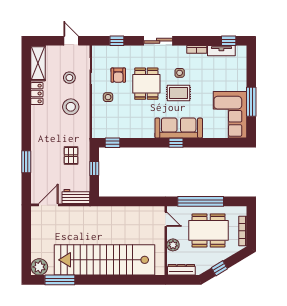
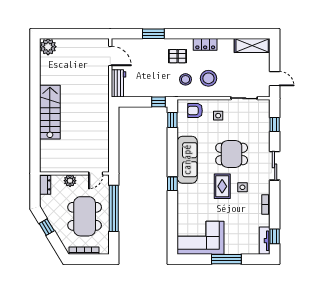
door: (71, 41) -> (275, 79), hinge flipped
tv unit: (221, 51) -> (265, 241), moved
armchair: (118, 75) -> (195, 111), moved
stool: (69, 78) -> (186, 79), moved
locker: (37, 94) -> (205, 44), moved
window: (251, 102) -> (226, 259), moved
sofa: (179, 128) -> (187, 160), moved
pallet: (71, 156) -> (178, 56), moved
window: (94, 168) -> (158, 102), moved
stairs: (105, 260) -> (50, 112), width x0.54, depth x0.66
dresser: (181, 270) -> (45, 185), width x0.70
window: (60, 280) -> (35, 67), removed

